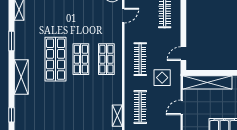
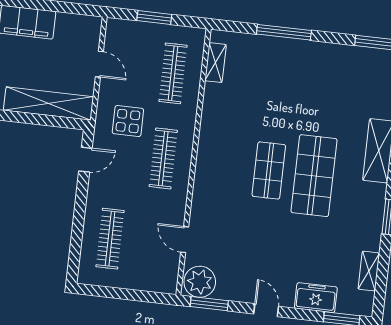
door: (123, 16) -> (185, 240), hinge flipped
shop shelf: (106, 59) -> (224, 165), removed
door: (182, 107) -> (99, 64), hinge flipped

